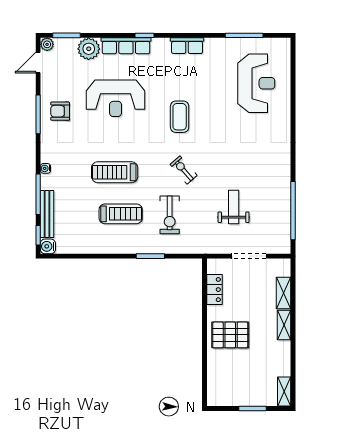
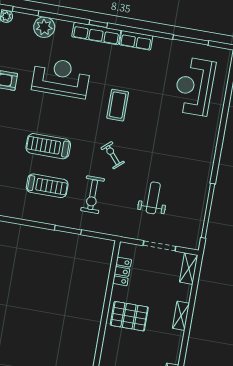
row of seats: (126, 46) -> (96, 33), moved
reception desk: (256, 83) -> (194, 86), turned 180
reception desk: (116, 98) -> (61, 78), turned 180
shelving: (284, 293) -> (189, 269), moved

